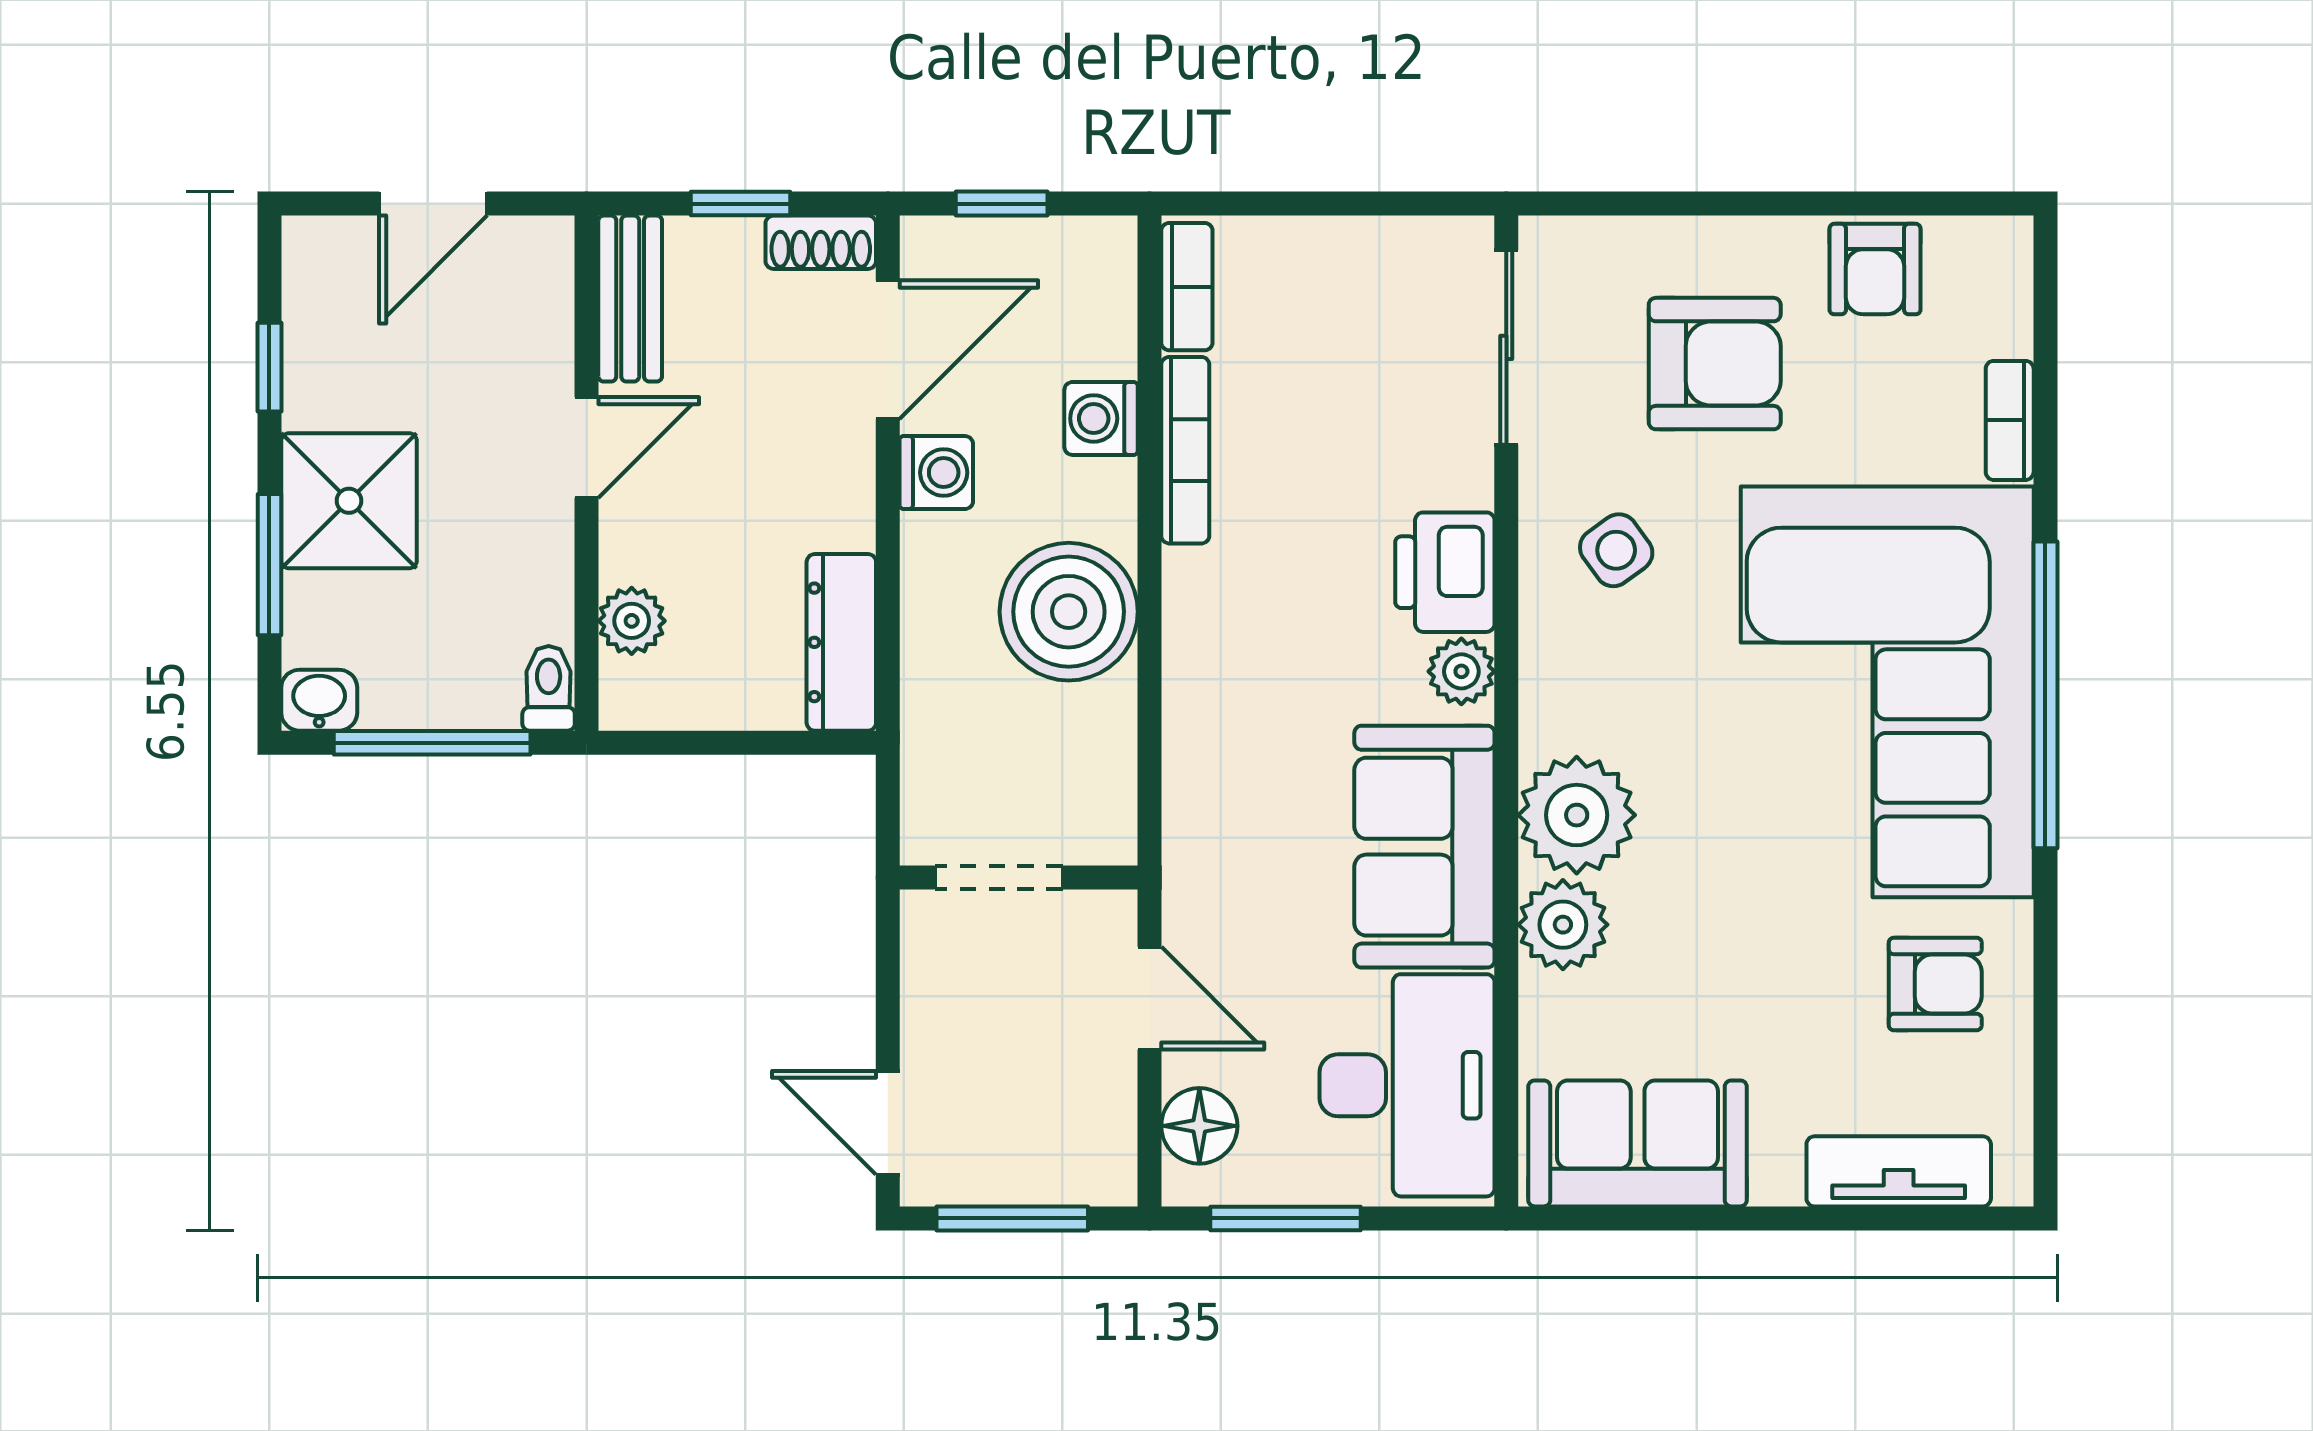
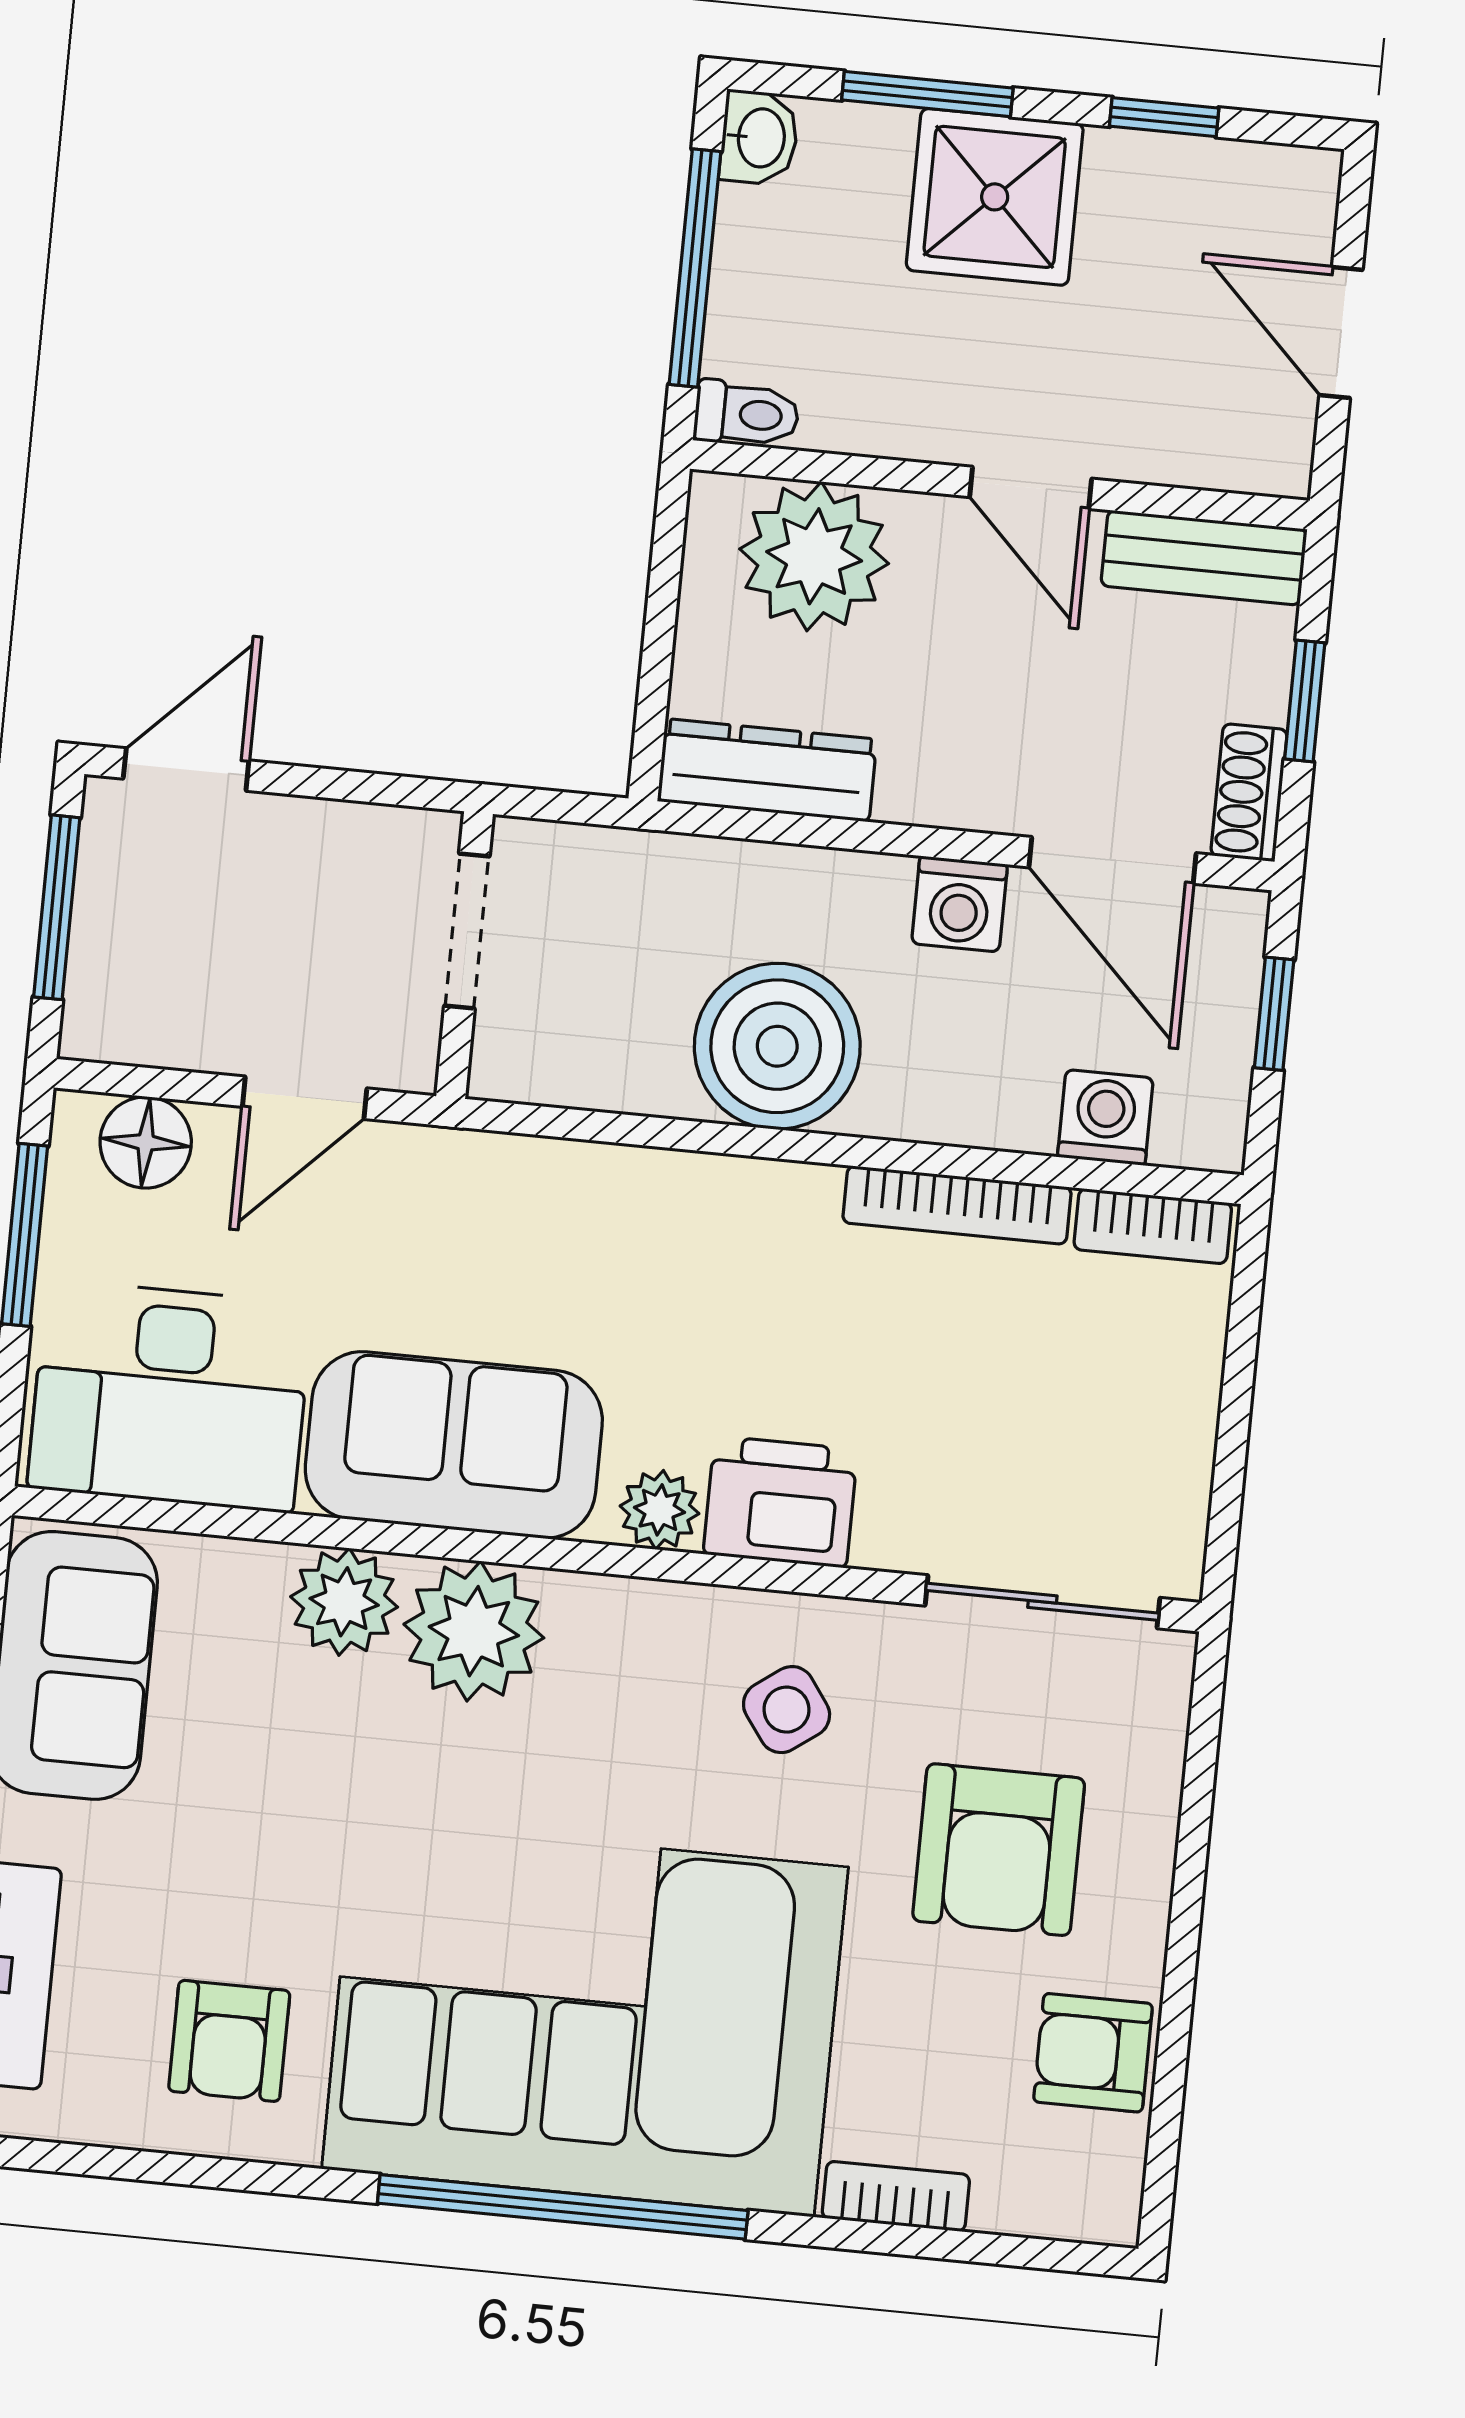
washing machine: (1101, 418) -> (1105, 1118), moved
plant: (632, 621) -> (814, 556), width x1.87, depth x1.87

